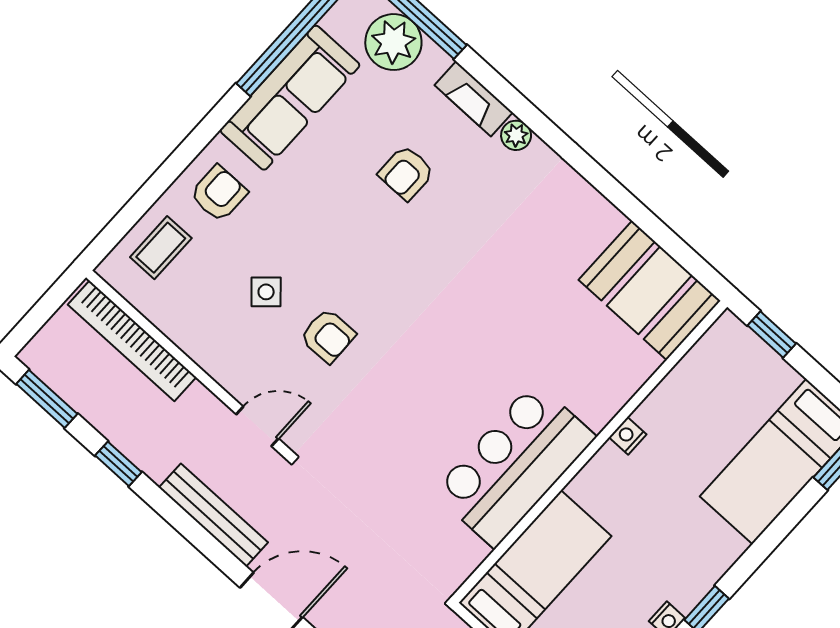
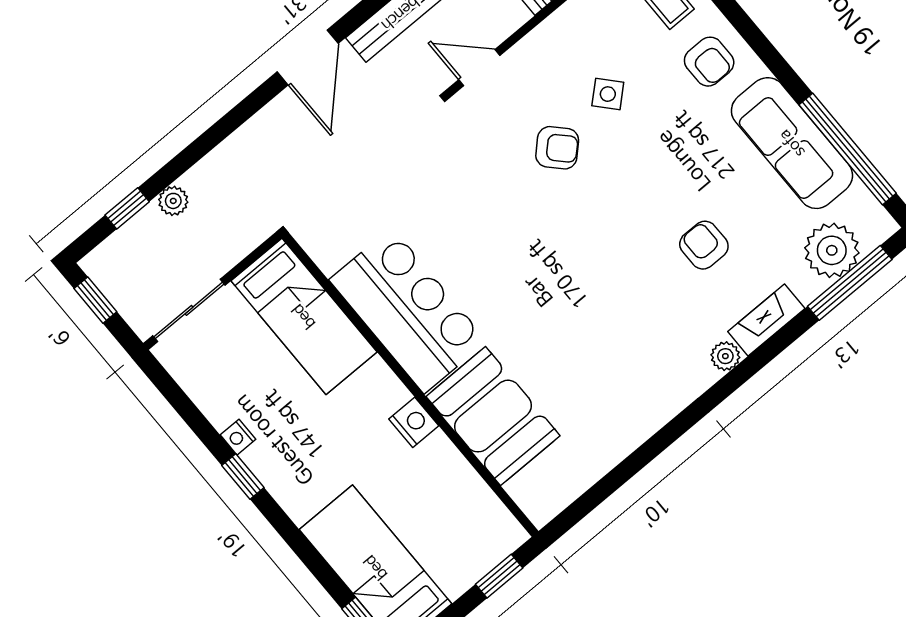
booth: (649, 290) -> (493, 416), moved, turned 90
armchair: (328, 336) -> (557, 148), turned -133
door: (257, 426) -> (479, 68), swing flipped
nightstand: (628, 436) -> (414, 422), width x1.39, depth x1.35

